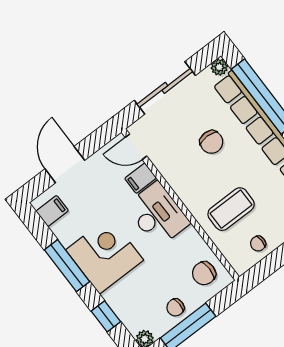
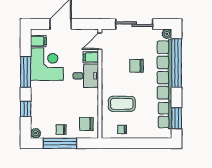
chair: (211, 142) -> (137, 66), turned 90
door: (136, 147) -> (100, 41), hinge flipped
desk: (157, 214) -> (86, 76), width x0.73
corner desk: (105, 255) -> (47, 64), moved

